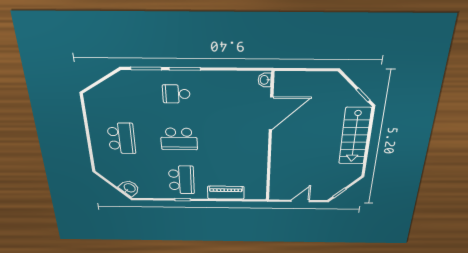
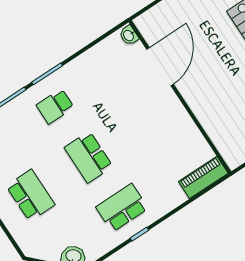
school desk: (179, 139) -> (89, 157), turned 90
school desk: (181, 180) -> (122, 208), turned -90
piano: (226, 193) -> (203, 177), moved

